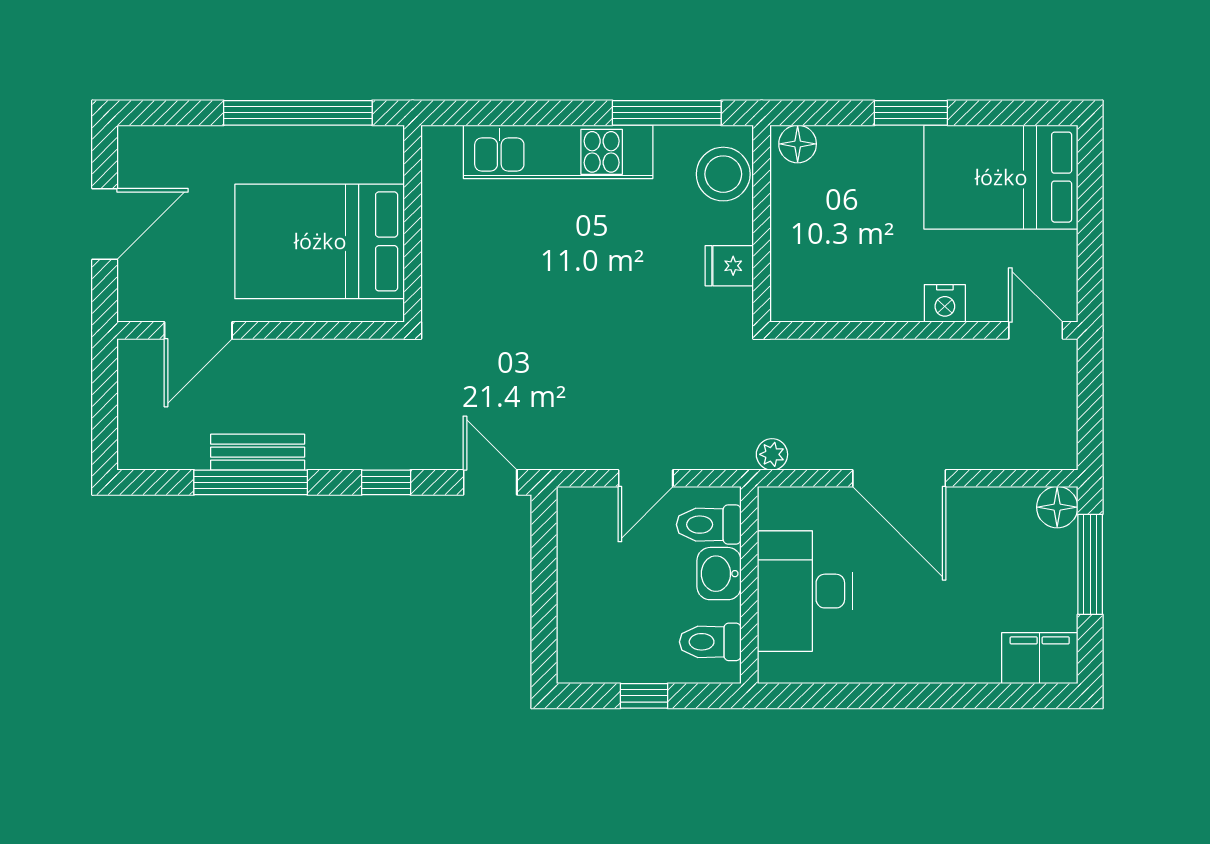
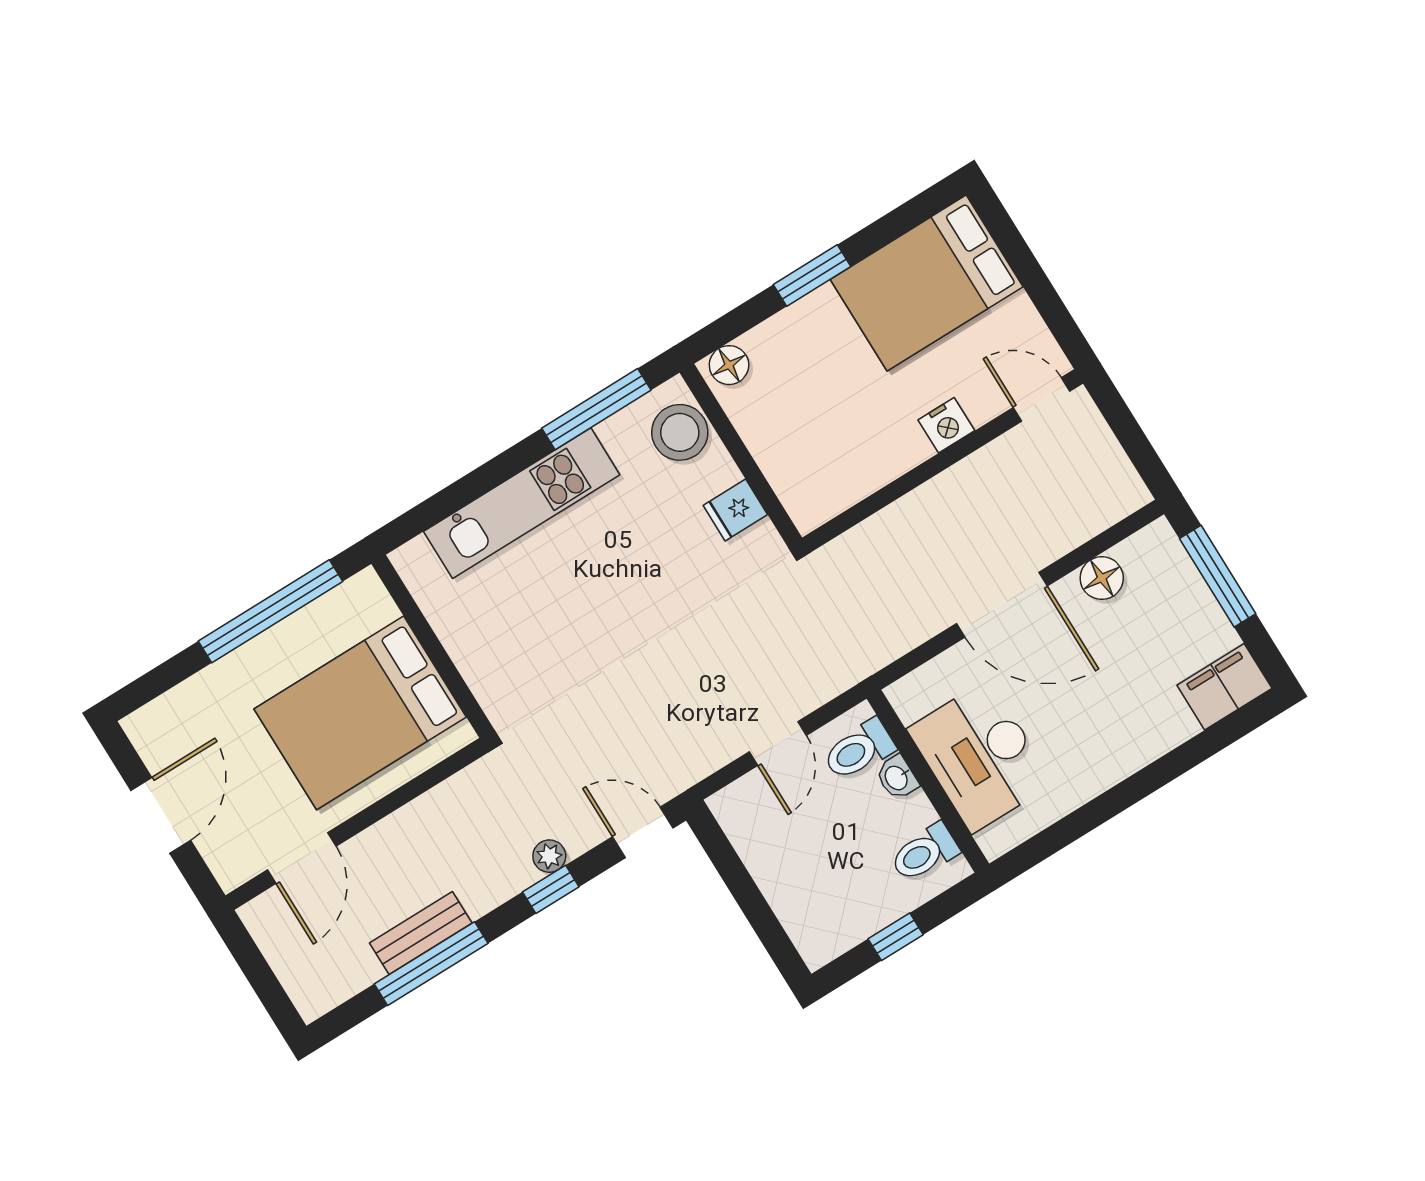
plant: (772, 454) -> (549, 856), moved
floor lamp: (1057, 507) -> (1102, 578), moved
washbasin: (719, 574) -> (897, 778), width x0.72, depth x0.69

